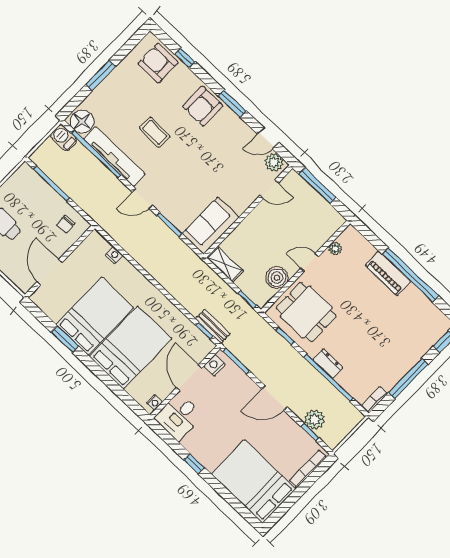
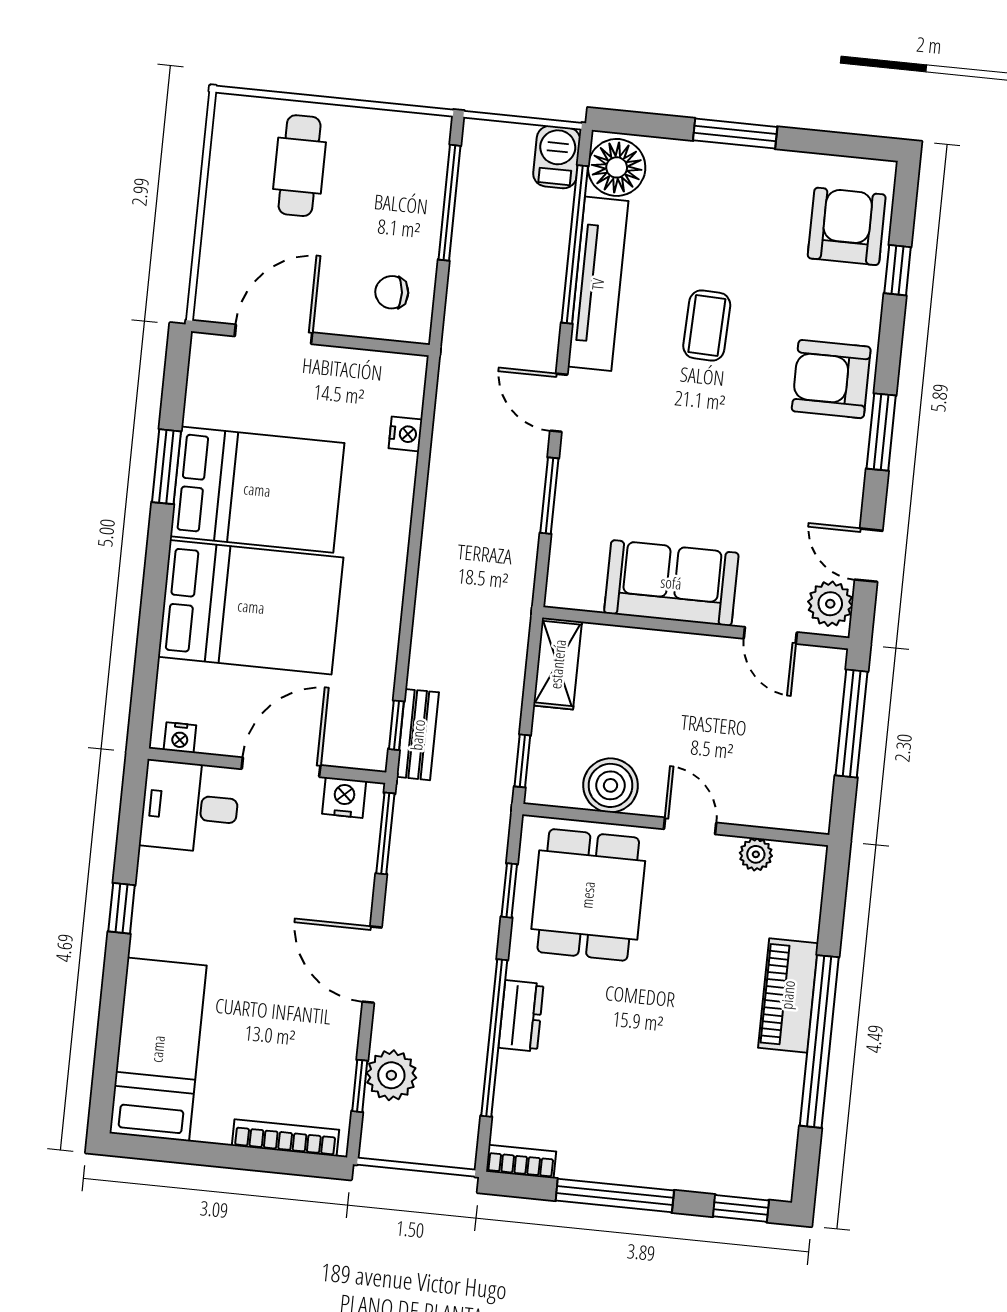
sofa: (211, 226) -> (671, 583), moved
bed: (254, 481) -> (158, 1049), width x0.67

